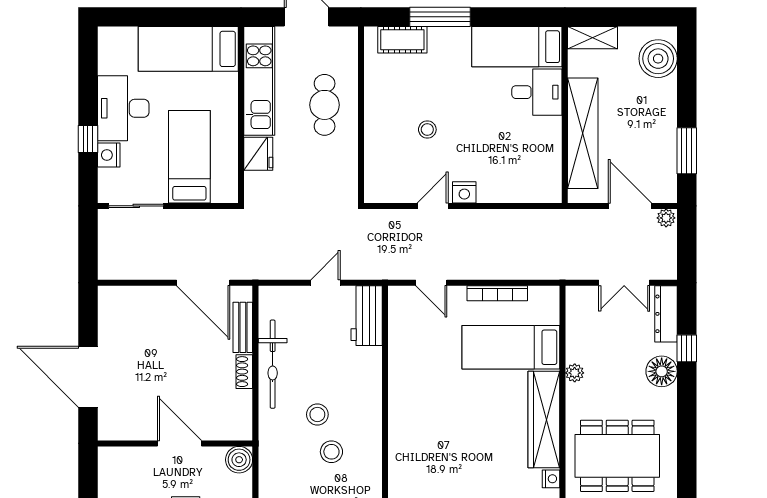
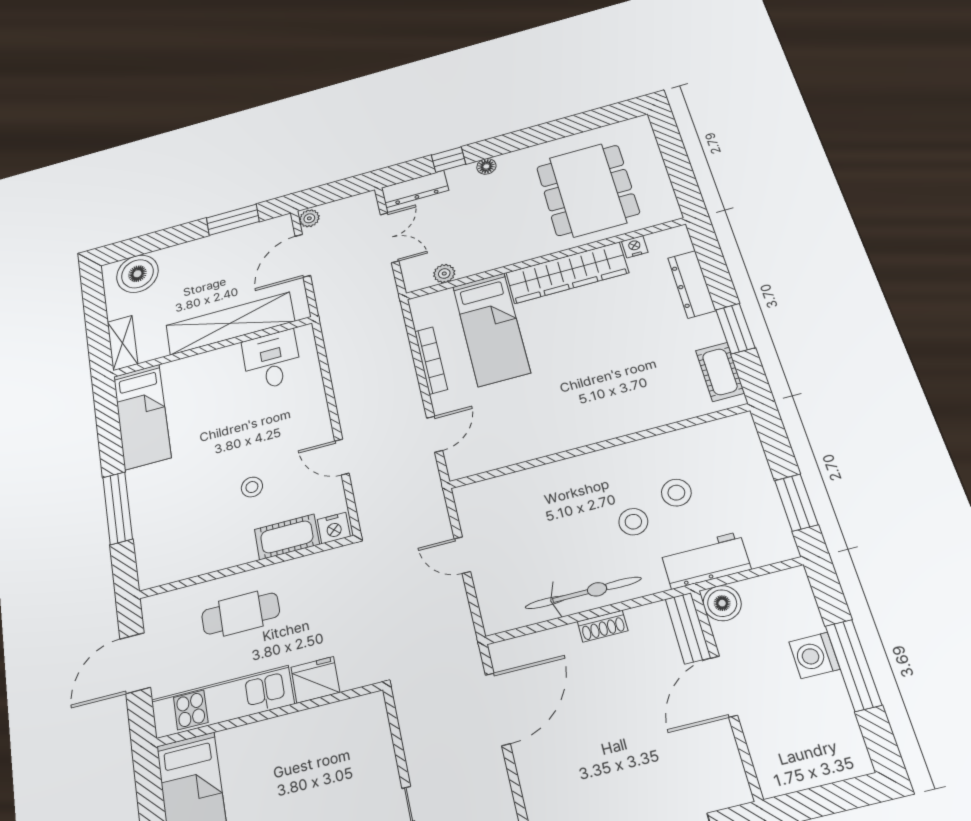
cot: (402, 40) -> (287, 537), moved, turned 90
desk: (537, 92) -> (272, 360), moved
bed: (189, 157) -> (334, 769), removed
nightstand: (464, 192) -> (334, 528), moved, turned 90
workbench: (367, 316) -> (706, 560), moved, turned 180
bench: (243, 327) -> (688, 628), moved, turned 90
floor lamp: (662, 371) -> (486, 166), width x0.53, depth x0.53
plant: (575, 373) -> (444, 274), moved

